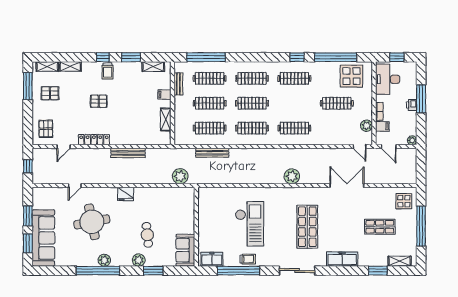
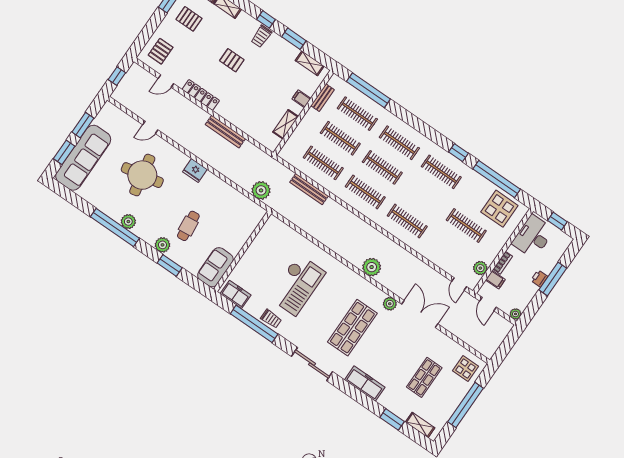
plant: (322, 193) -> (390, 304), added
shop shelf: (380, 227) -> (424, 377), turned 90

